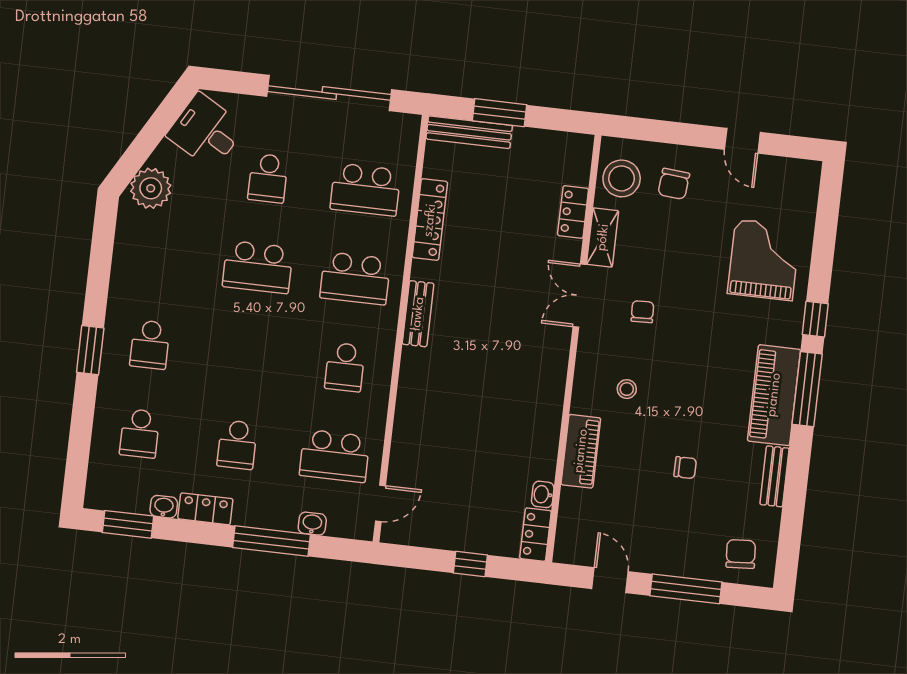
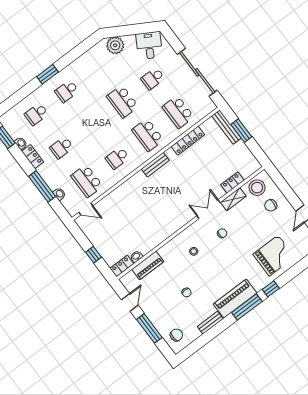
piano: (581, 451) -> (148, 265), moved

